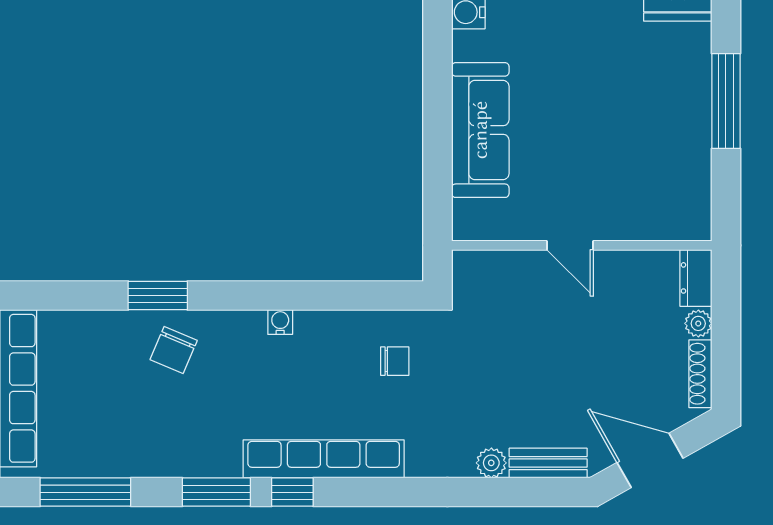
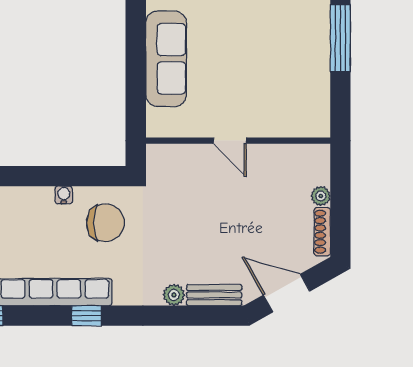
dresser: (696, 278) -> (319, 164), removed
water cooler: (280, 322) -> (64, 195), moved
chair: (395, 361) -> (105, 223), width x1.87, depth x1.87
window: (292, 492) -> (87, 316), moved

